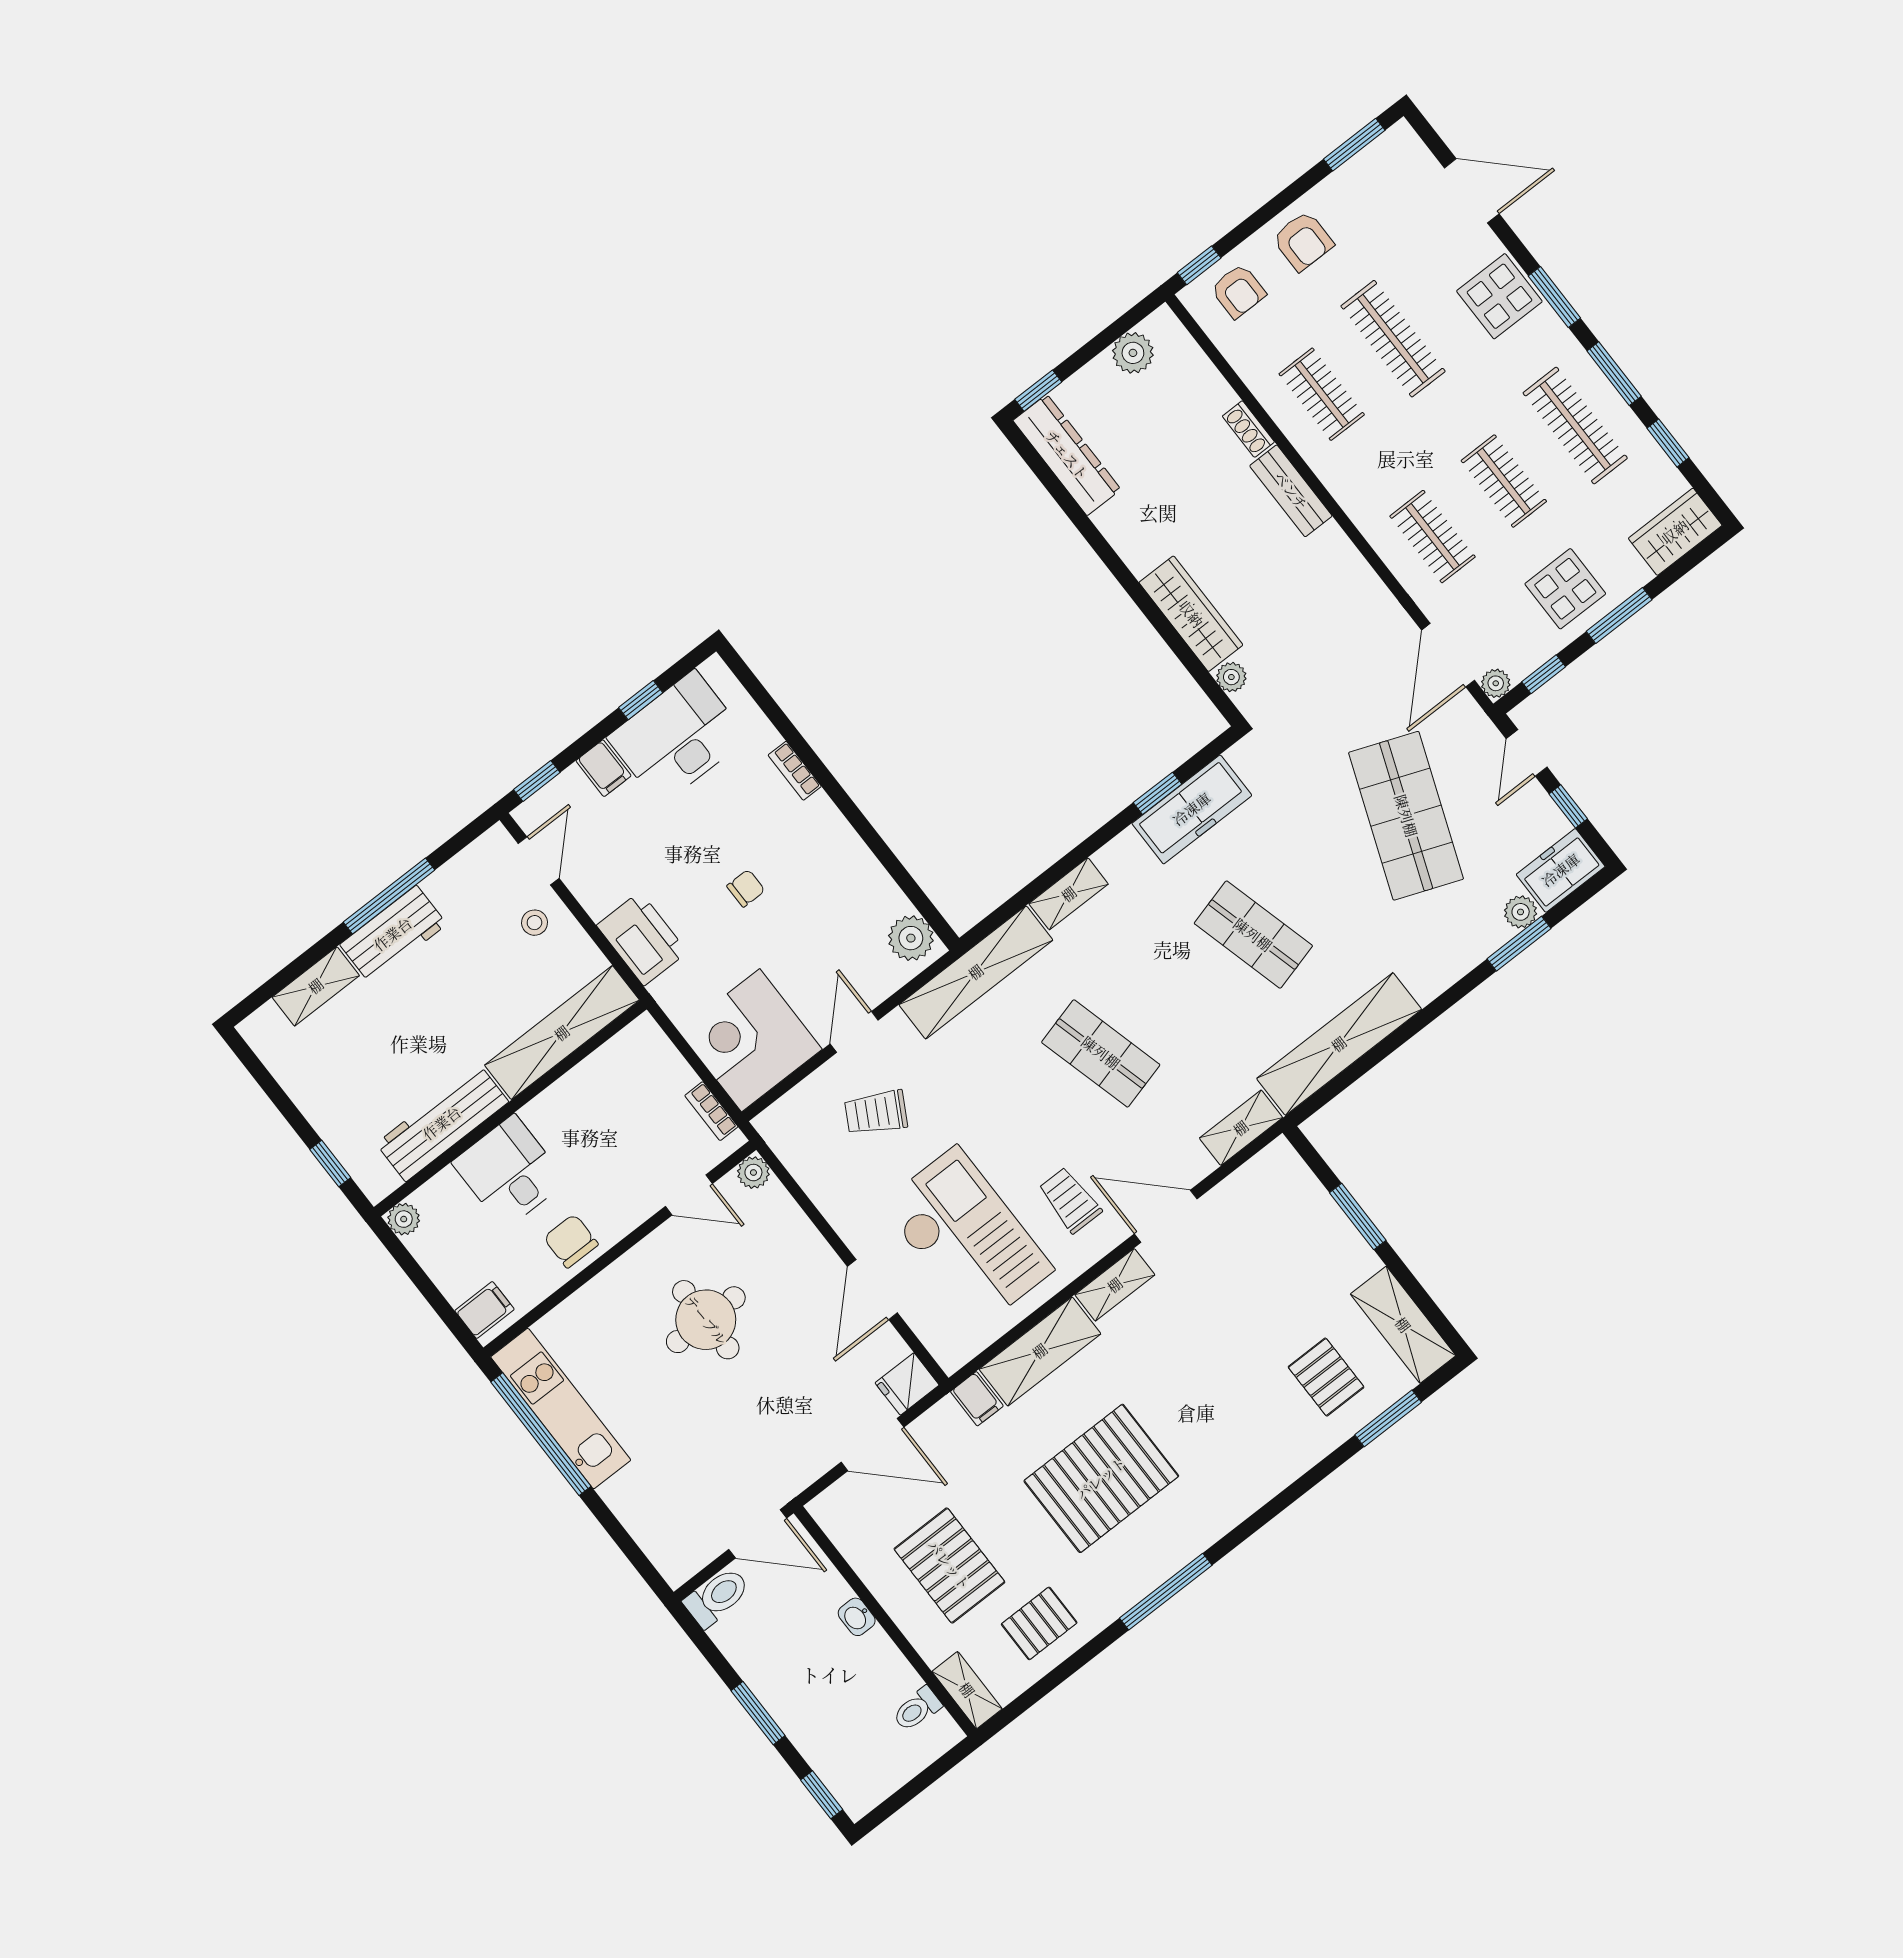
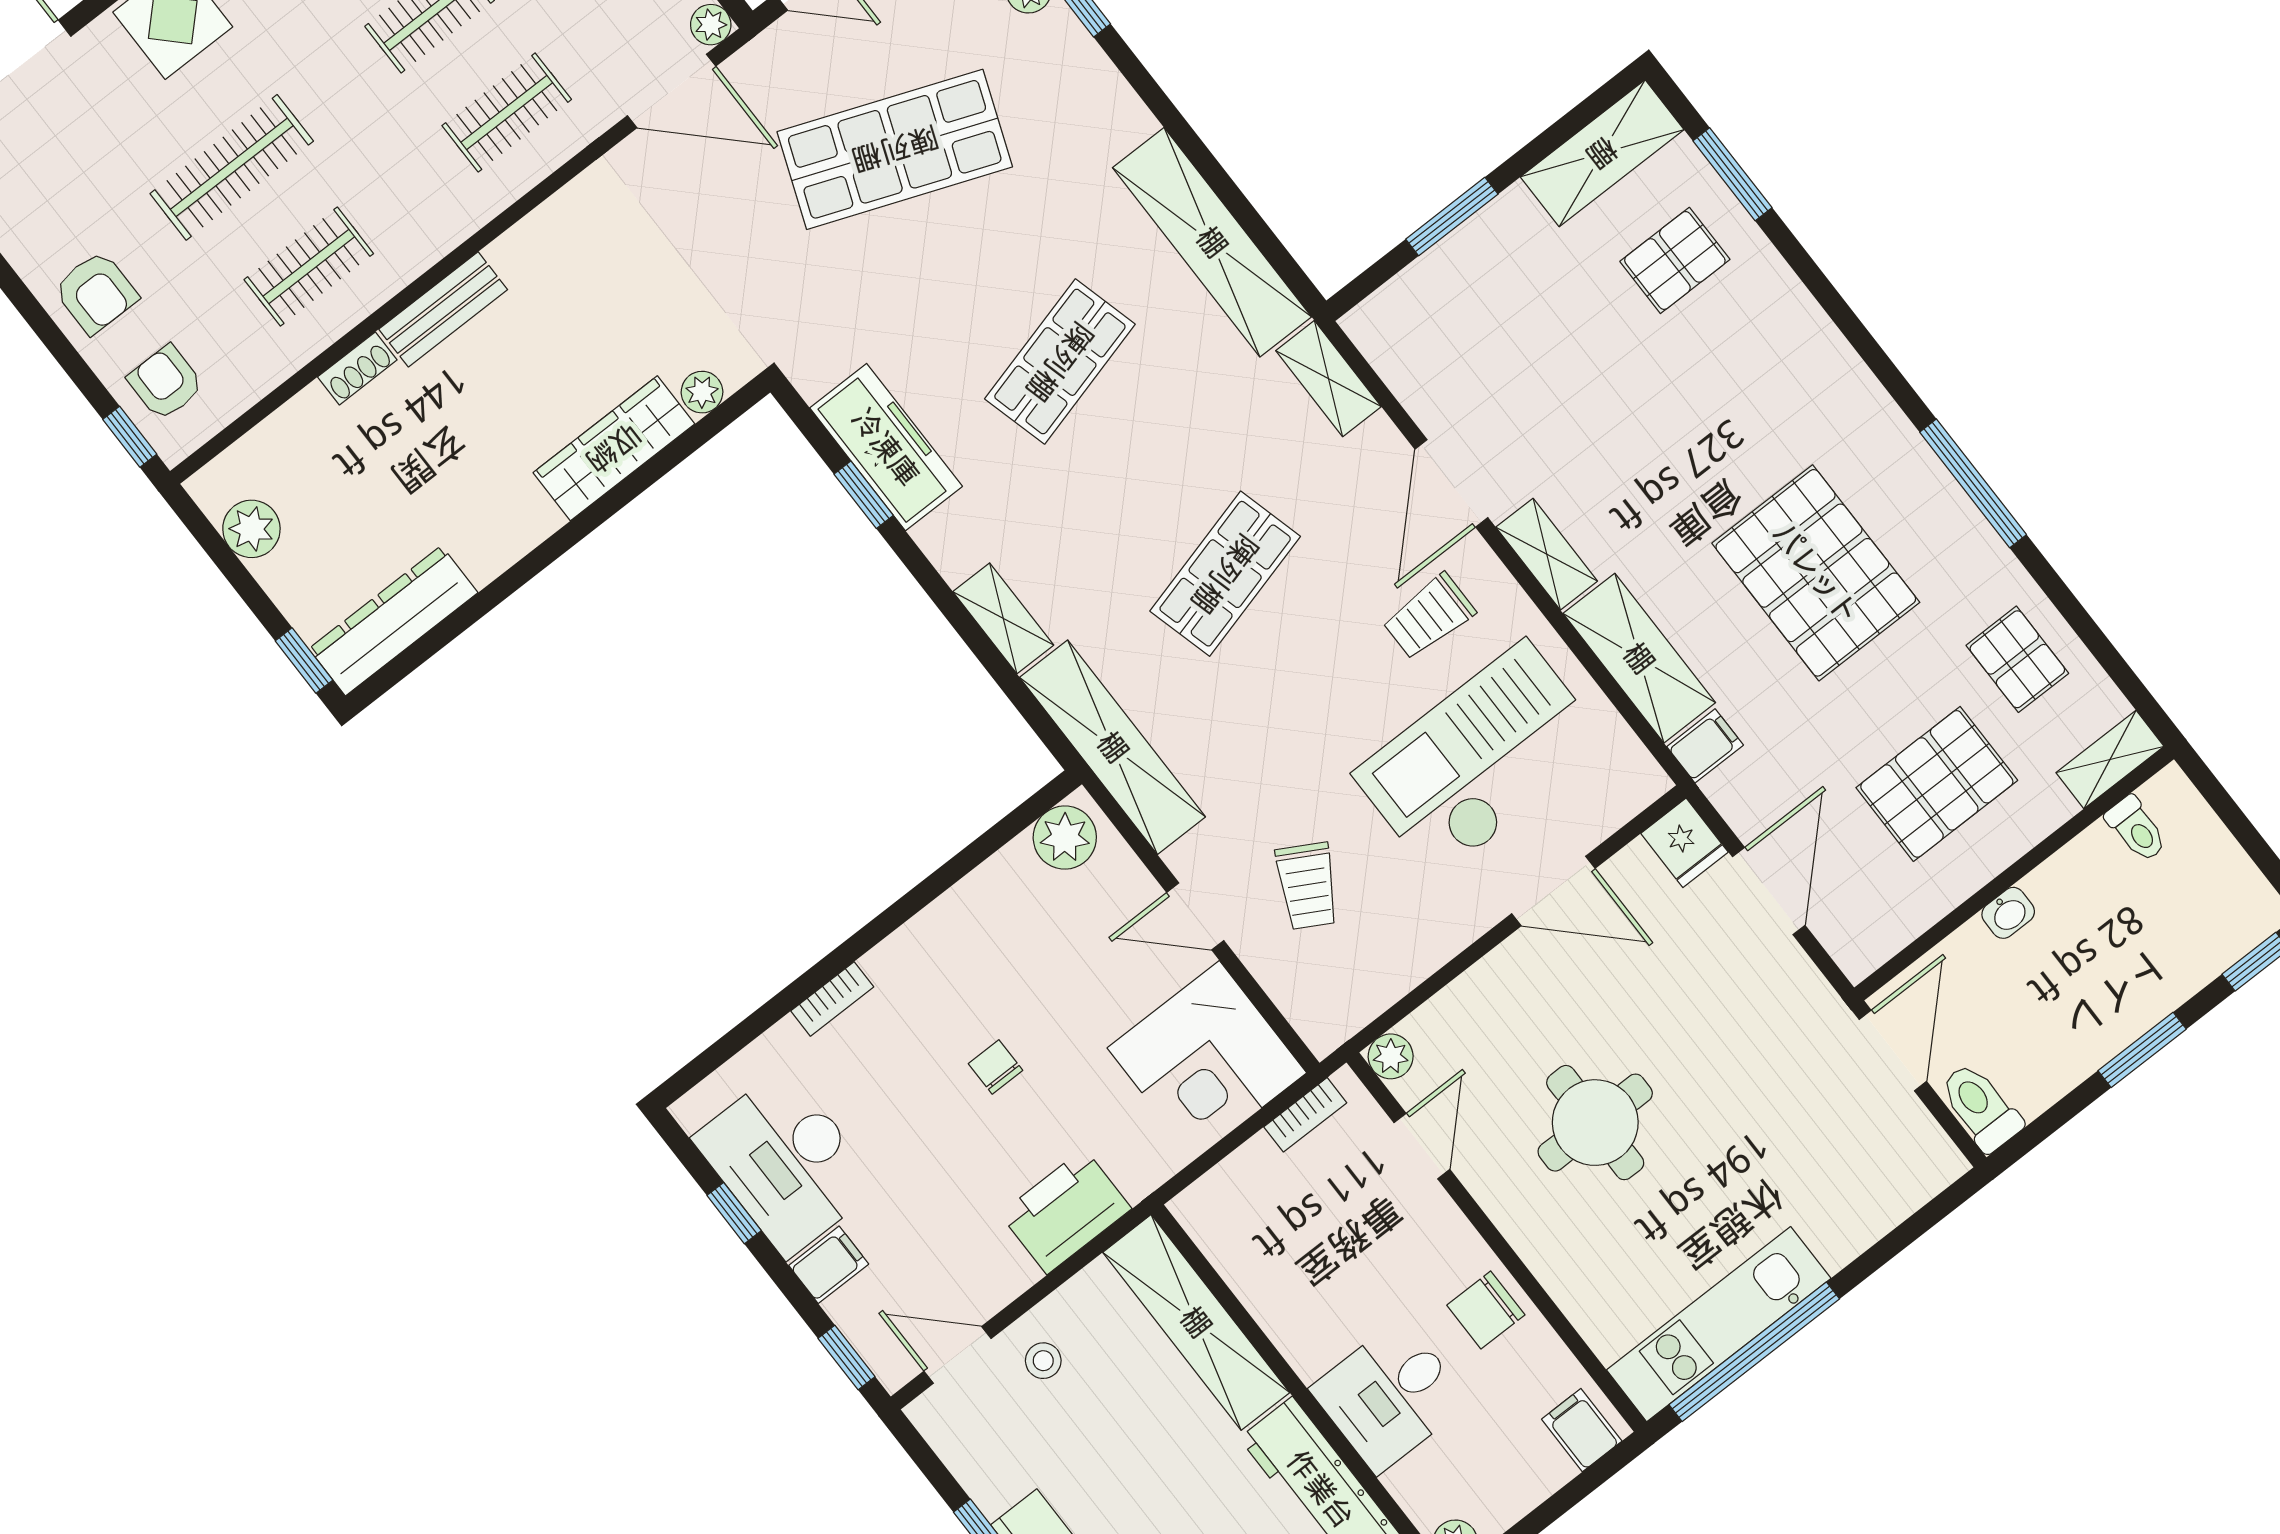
armchair: (1303, 241) -> (96, 292), turned 90
armchair: (1238, 291) -> (166, 383), turned -90

